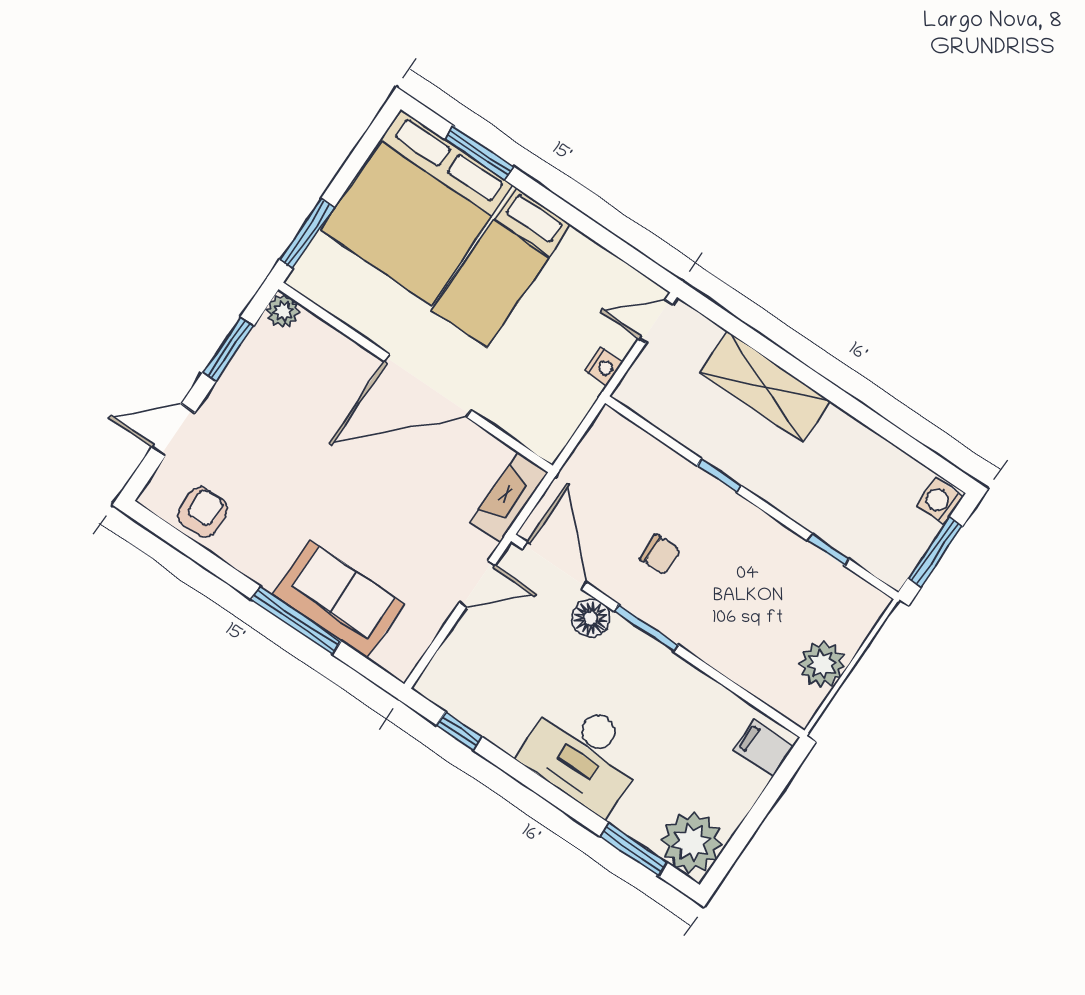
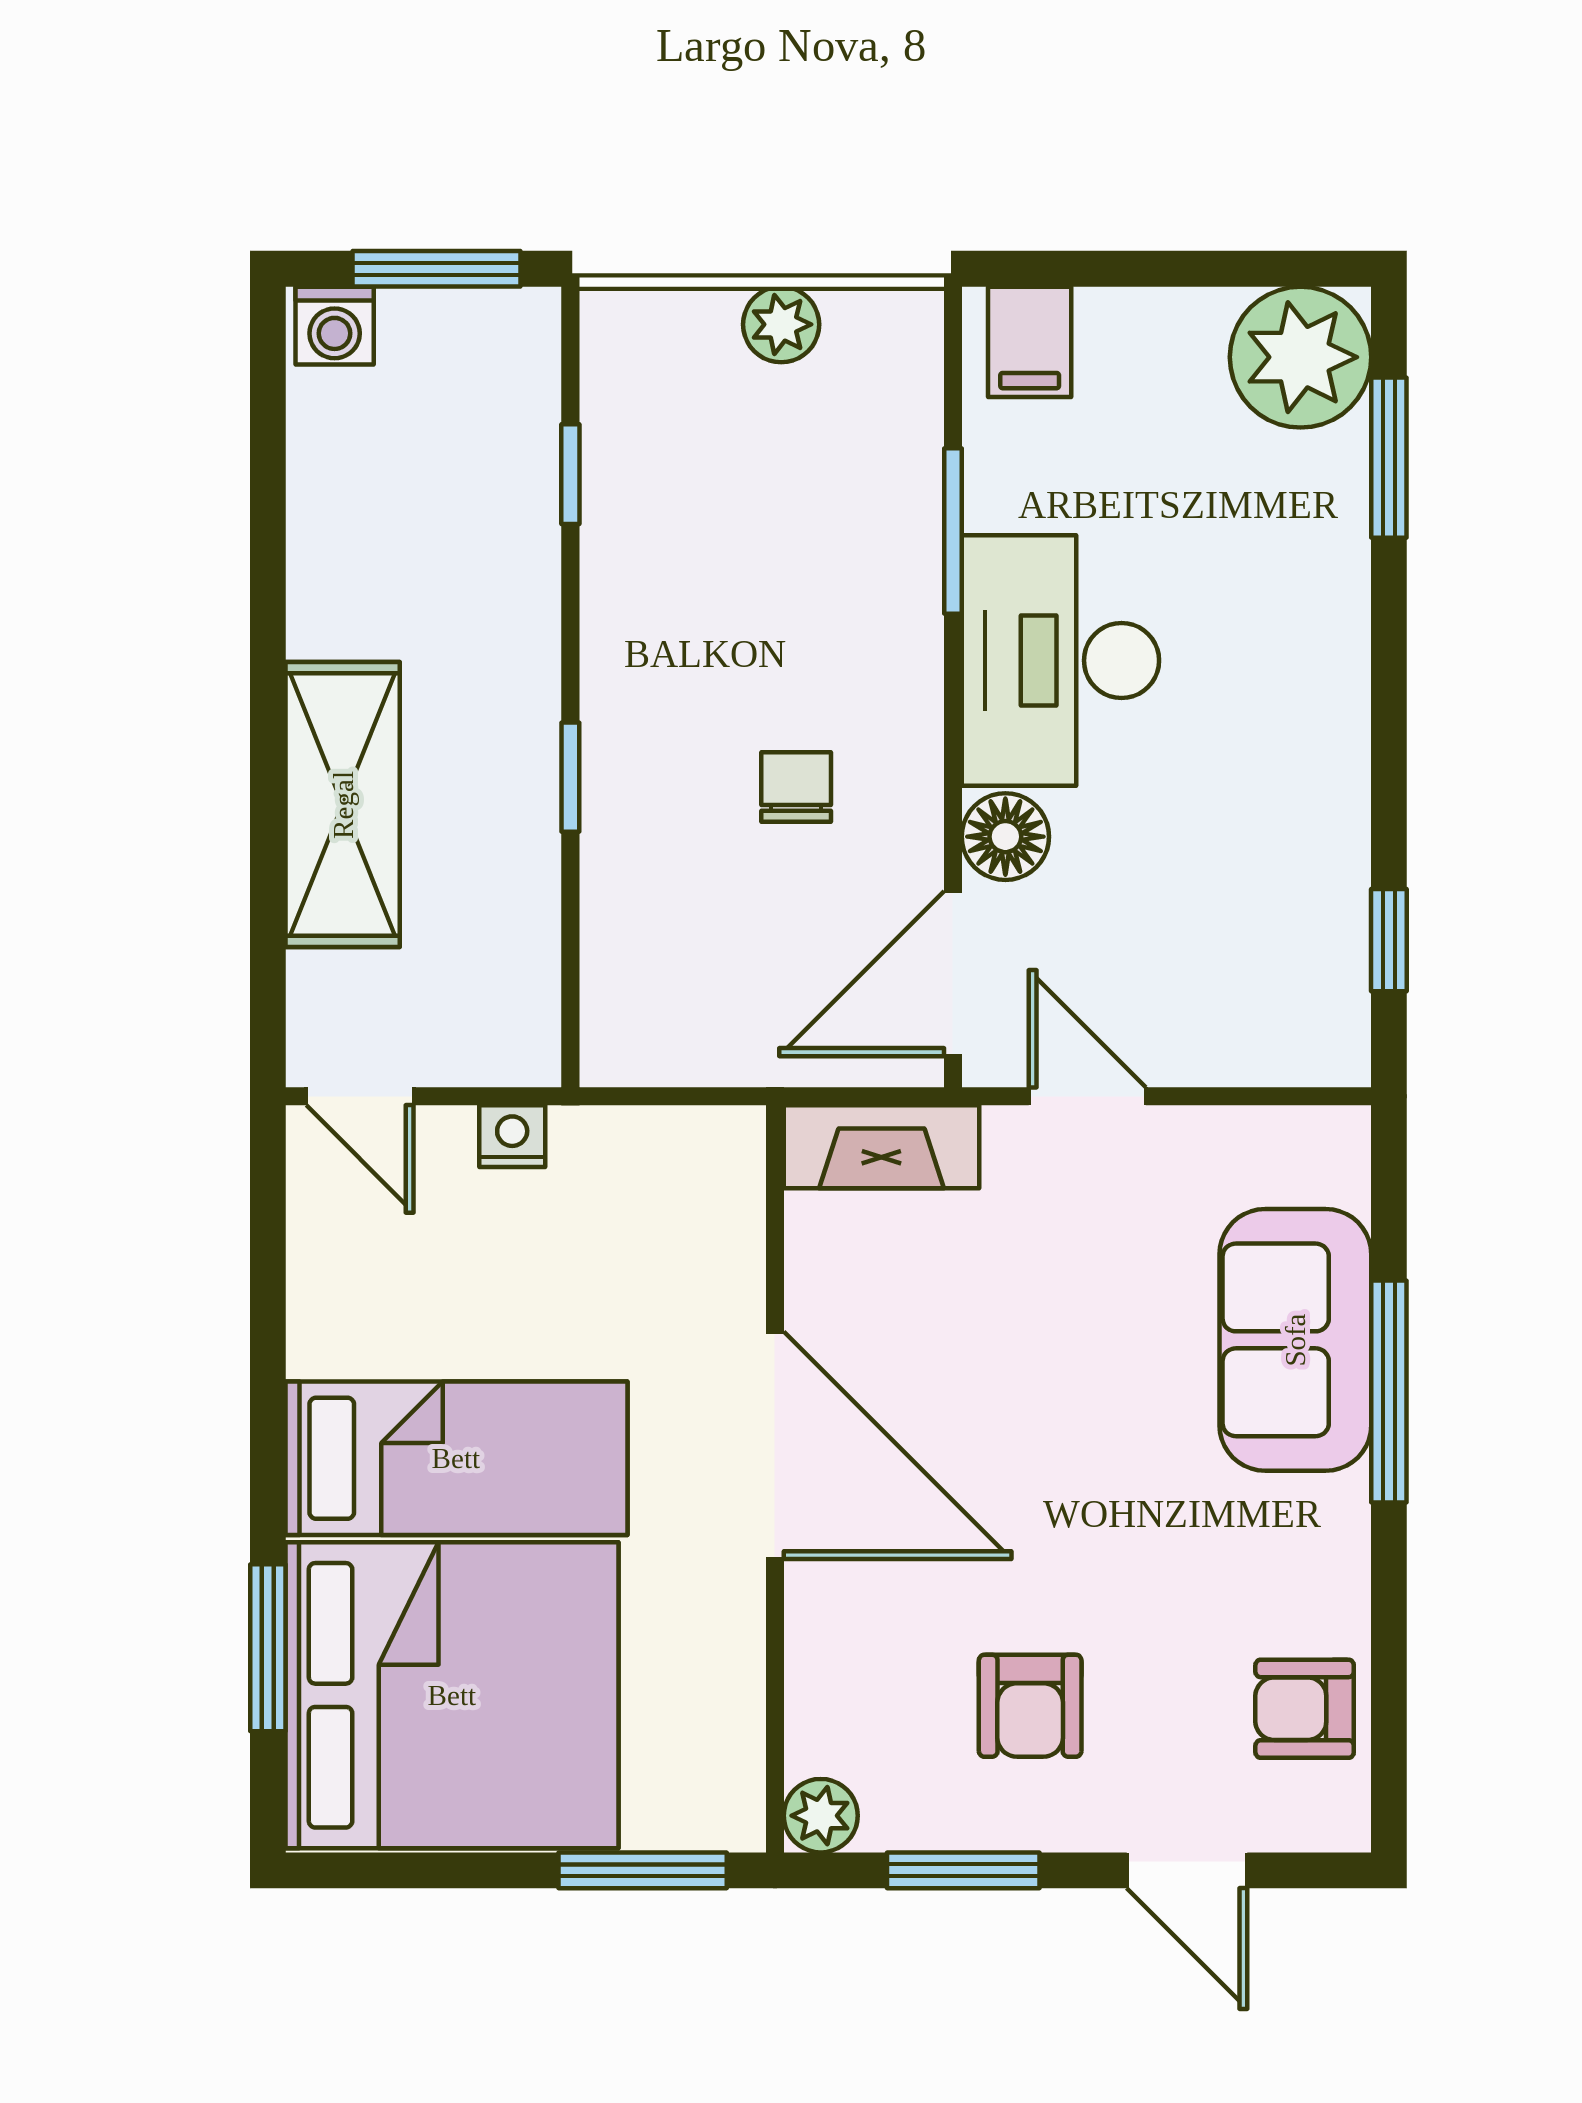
armchair: (271, 414) -> (1030, 1706), added
window: (646, 628) -> (953, 531), moved
plant: (822, 664) -> (781, 324), width x0.73, depth x0.73
desk: (583, 754) -> (1060, 660), moved, turned 180

